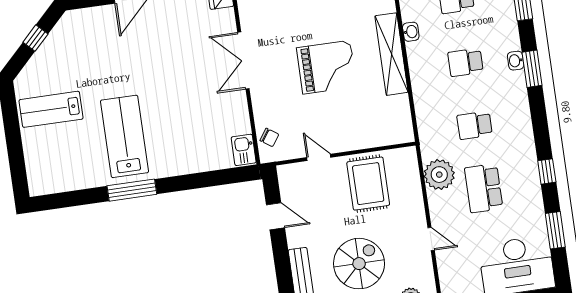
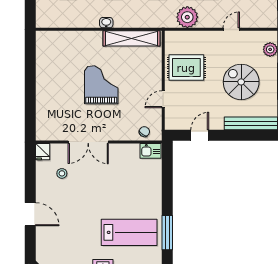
stool: (194, 30) -> (62, 173), added
washbasin: (411, 32) -> (106, 23), moved
shelving: (391, 54) -> (132, 38), moved
lab bench: (124, 136) -> (129, 232), turned 180

